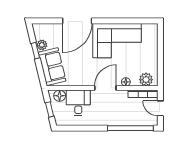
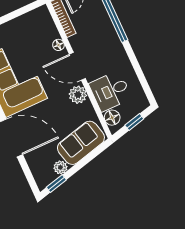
window: (35, 51) -> (56, 184), moved
plant: (146, 80) -> (78, 95), moved

